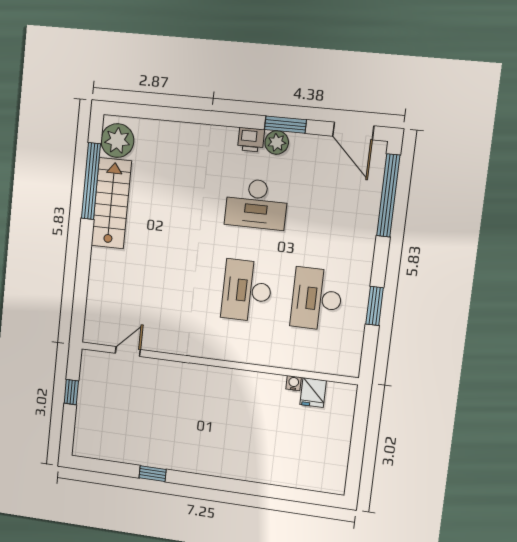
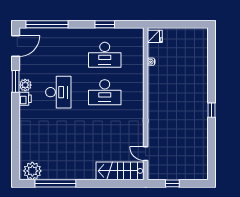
stairs: (111, 203) -> (120, 171), moved
fridge: (313, 393) -> (155, 36), moved
window: (153, 474) -> (211, 110), moved

